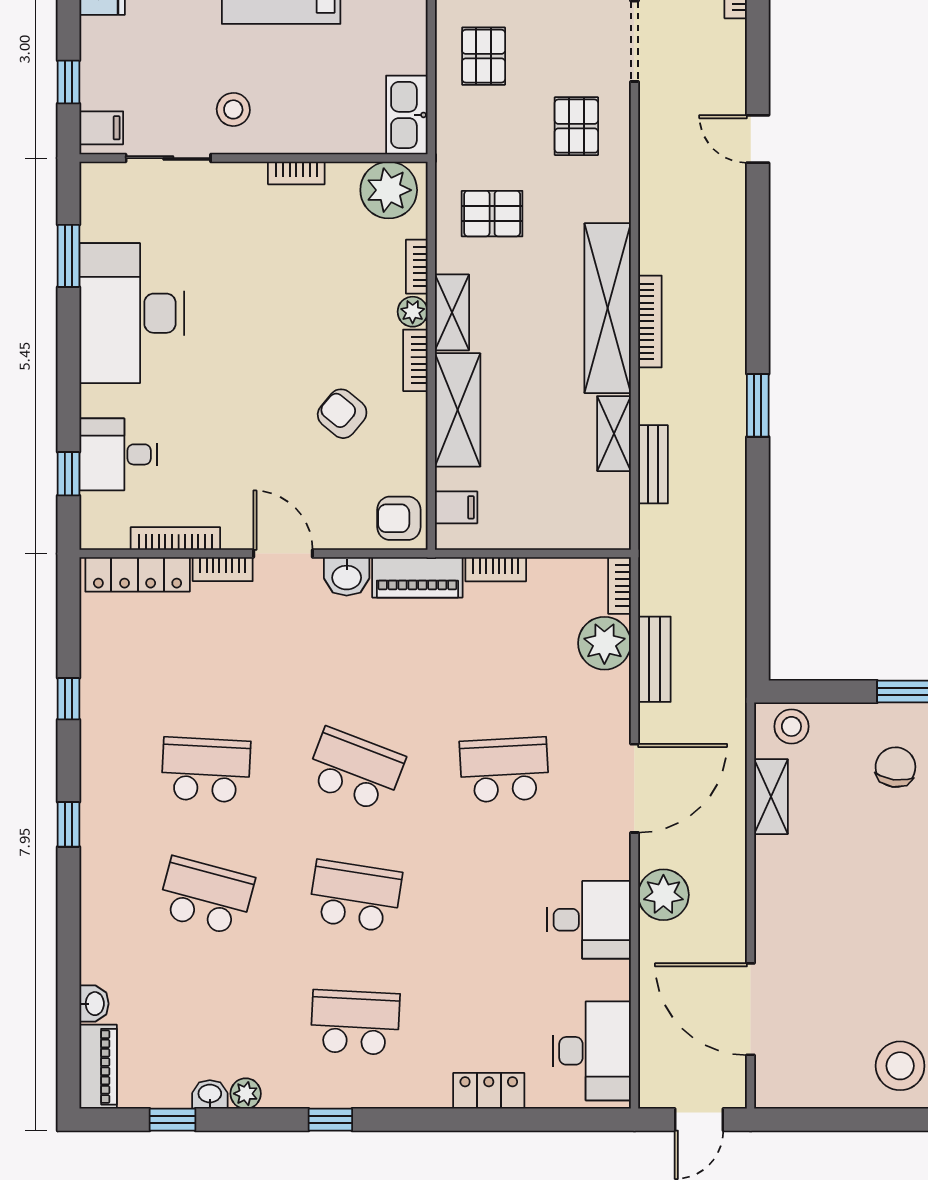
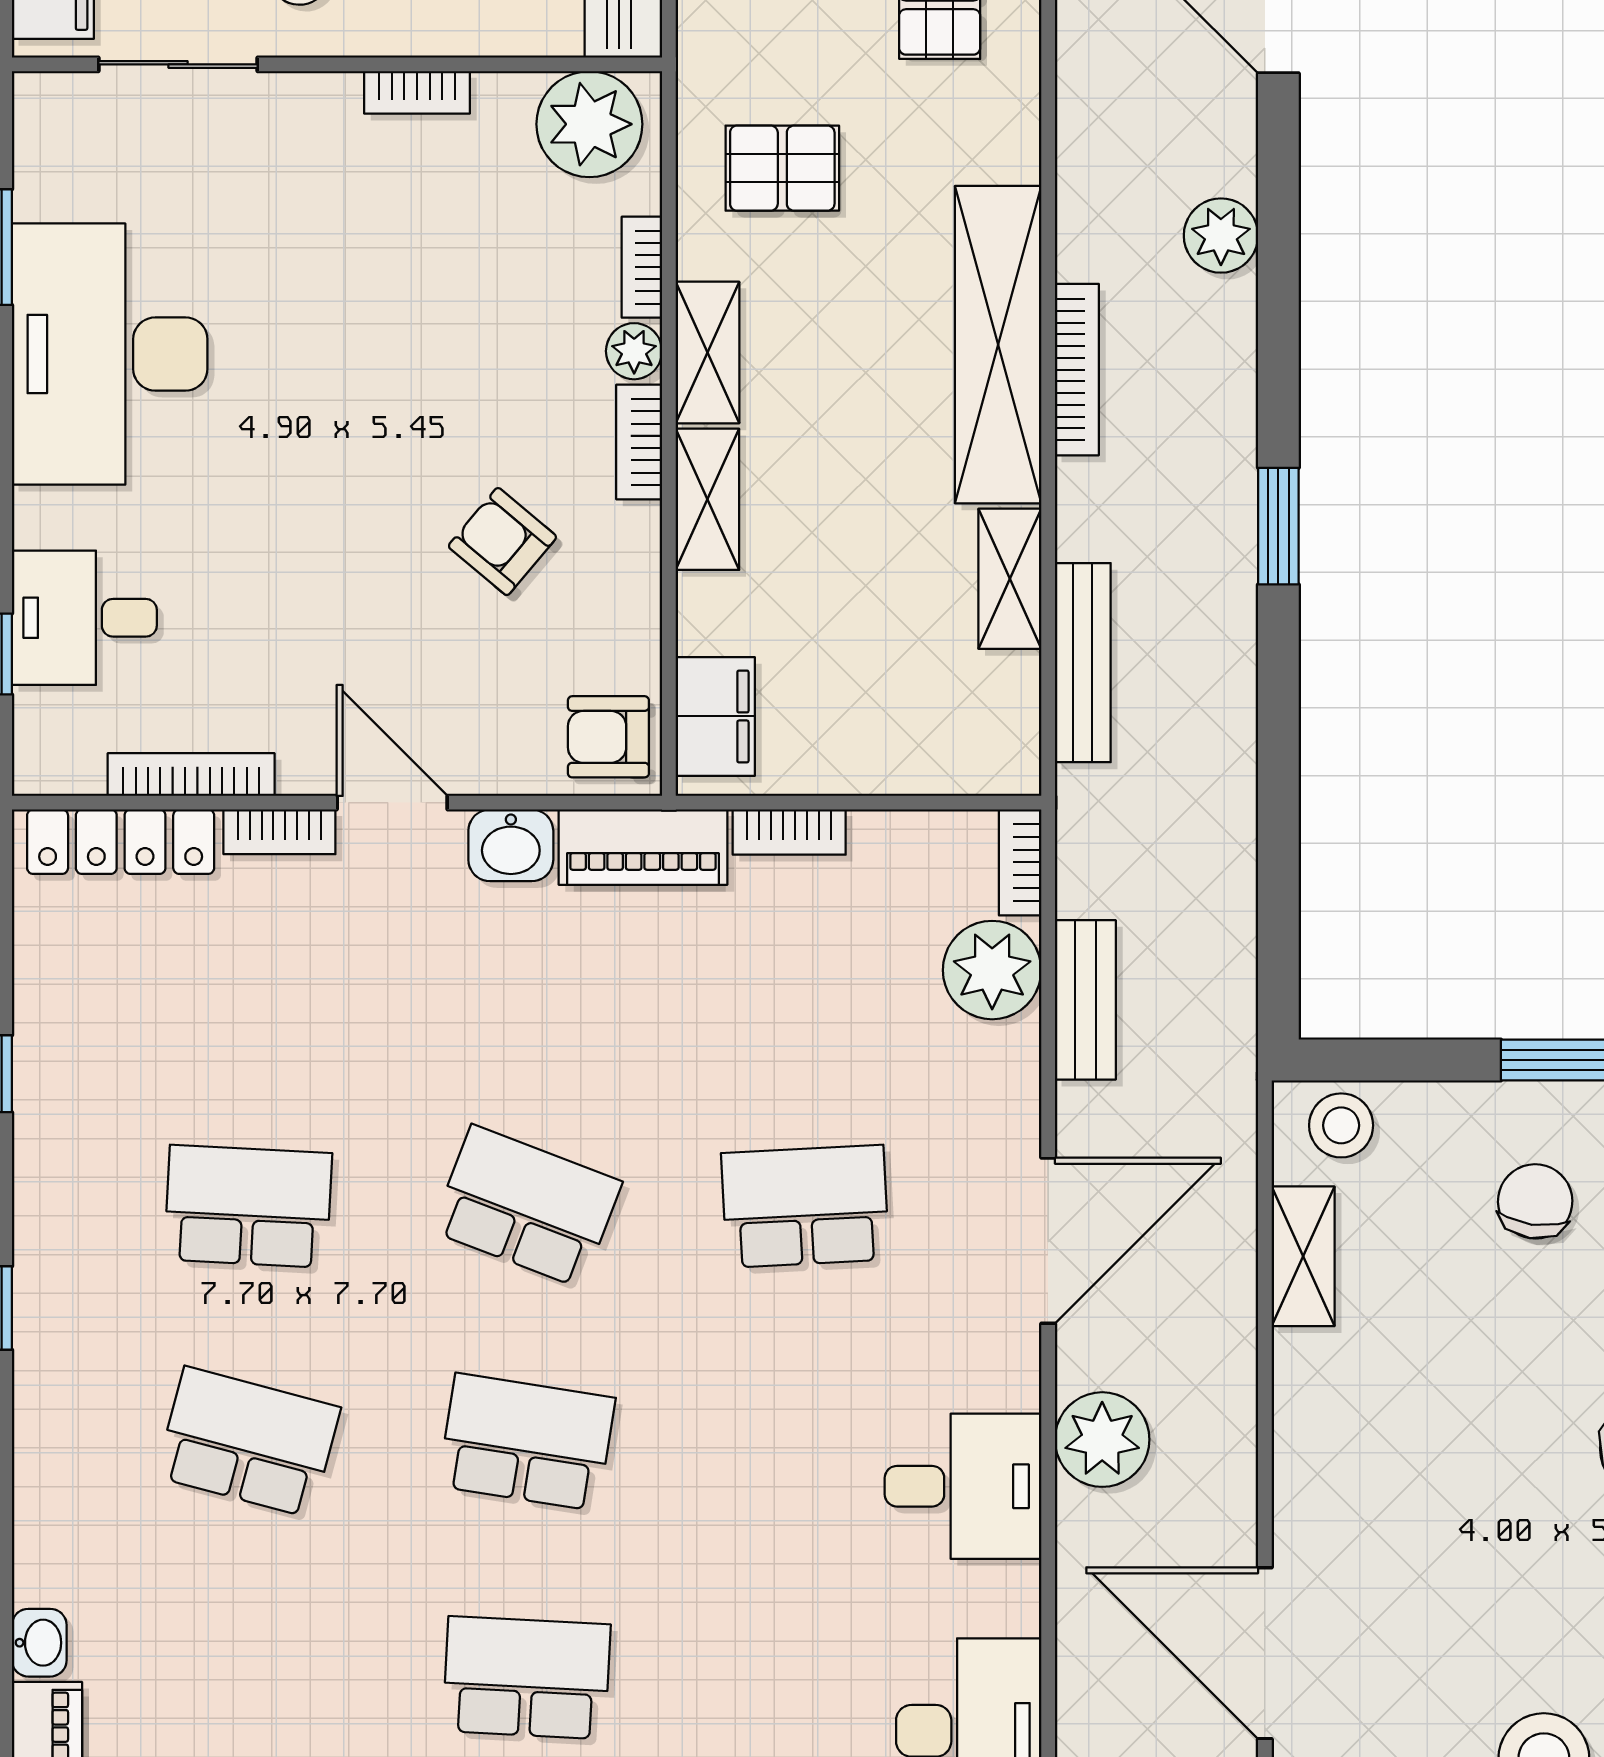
plant: (727, 250) -> (1221, 236), added
shelving: (458, 410) -> (707, 499), width x0.67, depth x0.75
bench: (653, 464) -> (1083, 663), width x1.36
filing cabinet: (456, 507) -> (715, 716), width x2.00

